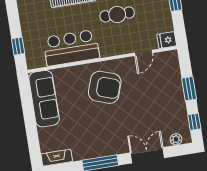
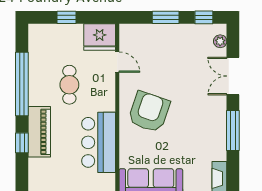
fridge: (167, 40) -> (100, 37), width x1.88, depth x1.34

